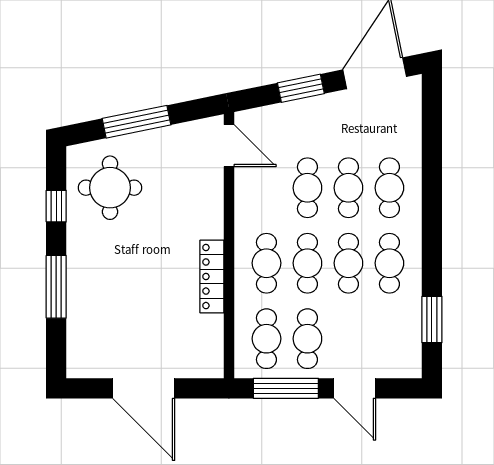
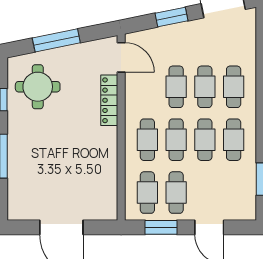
locker: (212, 277) -> (109, 100), moved
window: (286, 388) -> (161, 227), width x0.69

